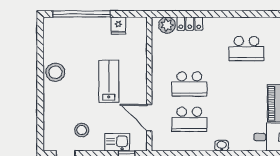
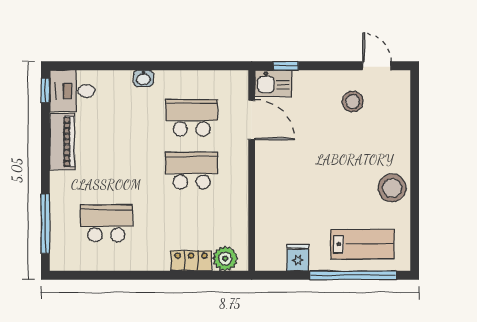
lab bench: (109, 81) -> (362, 244), moved, turned -90
kitchen sink: (117, 142) -> (273, 83), moved

